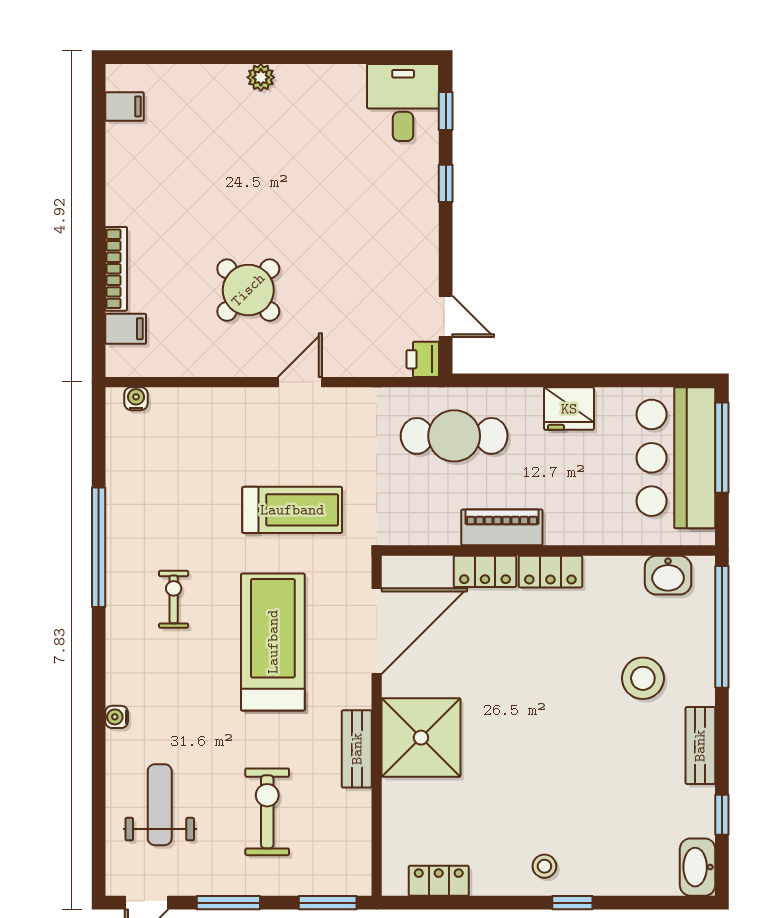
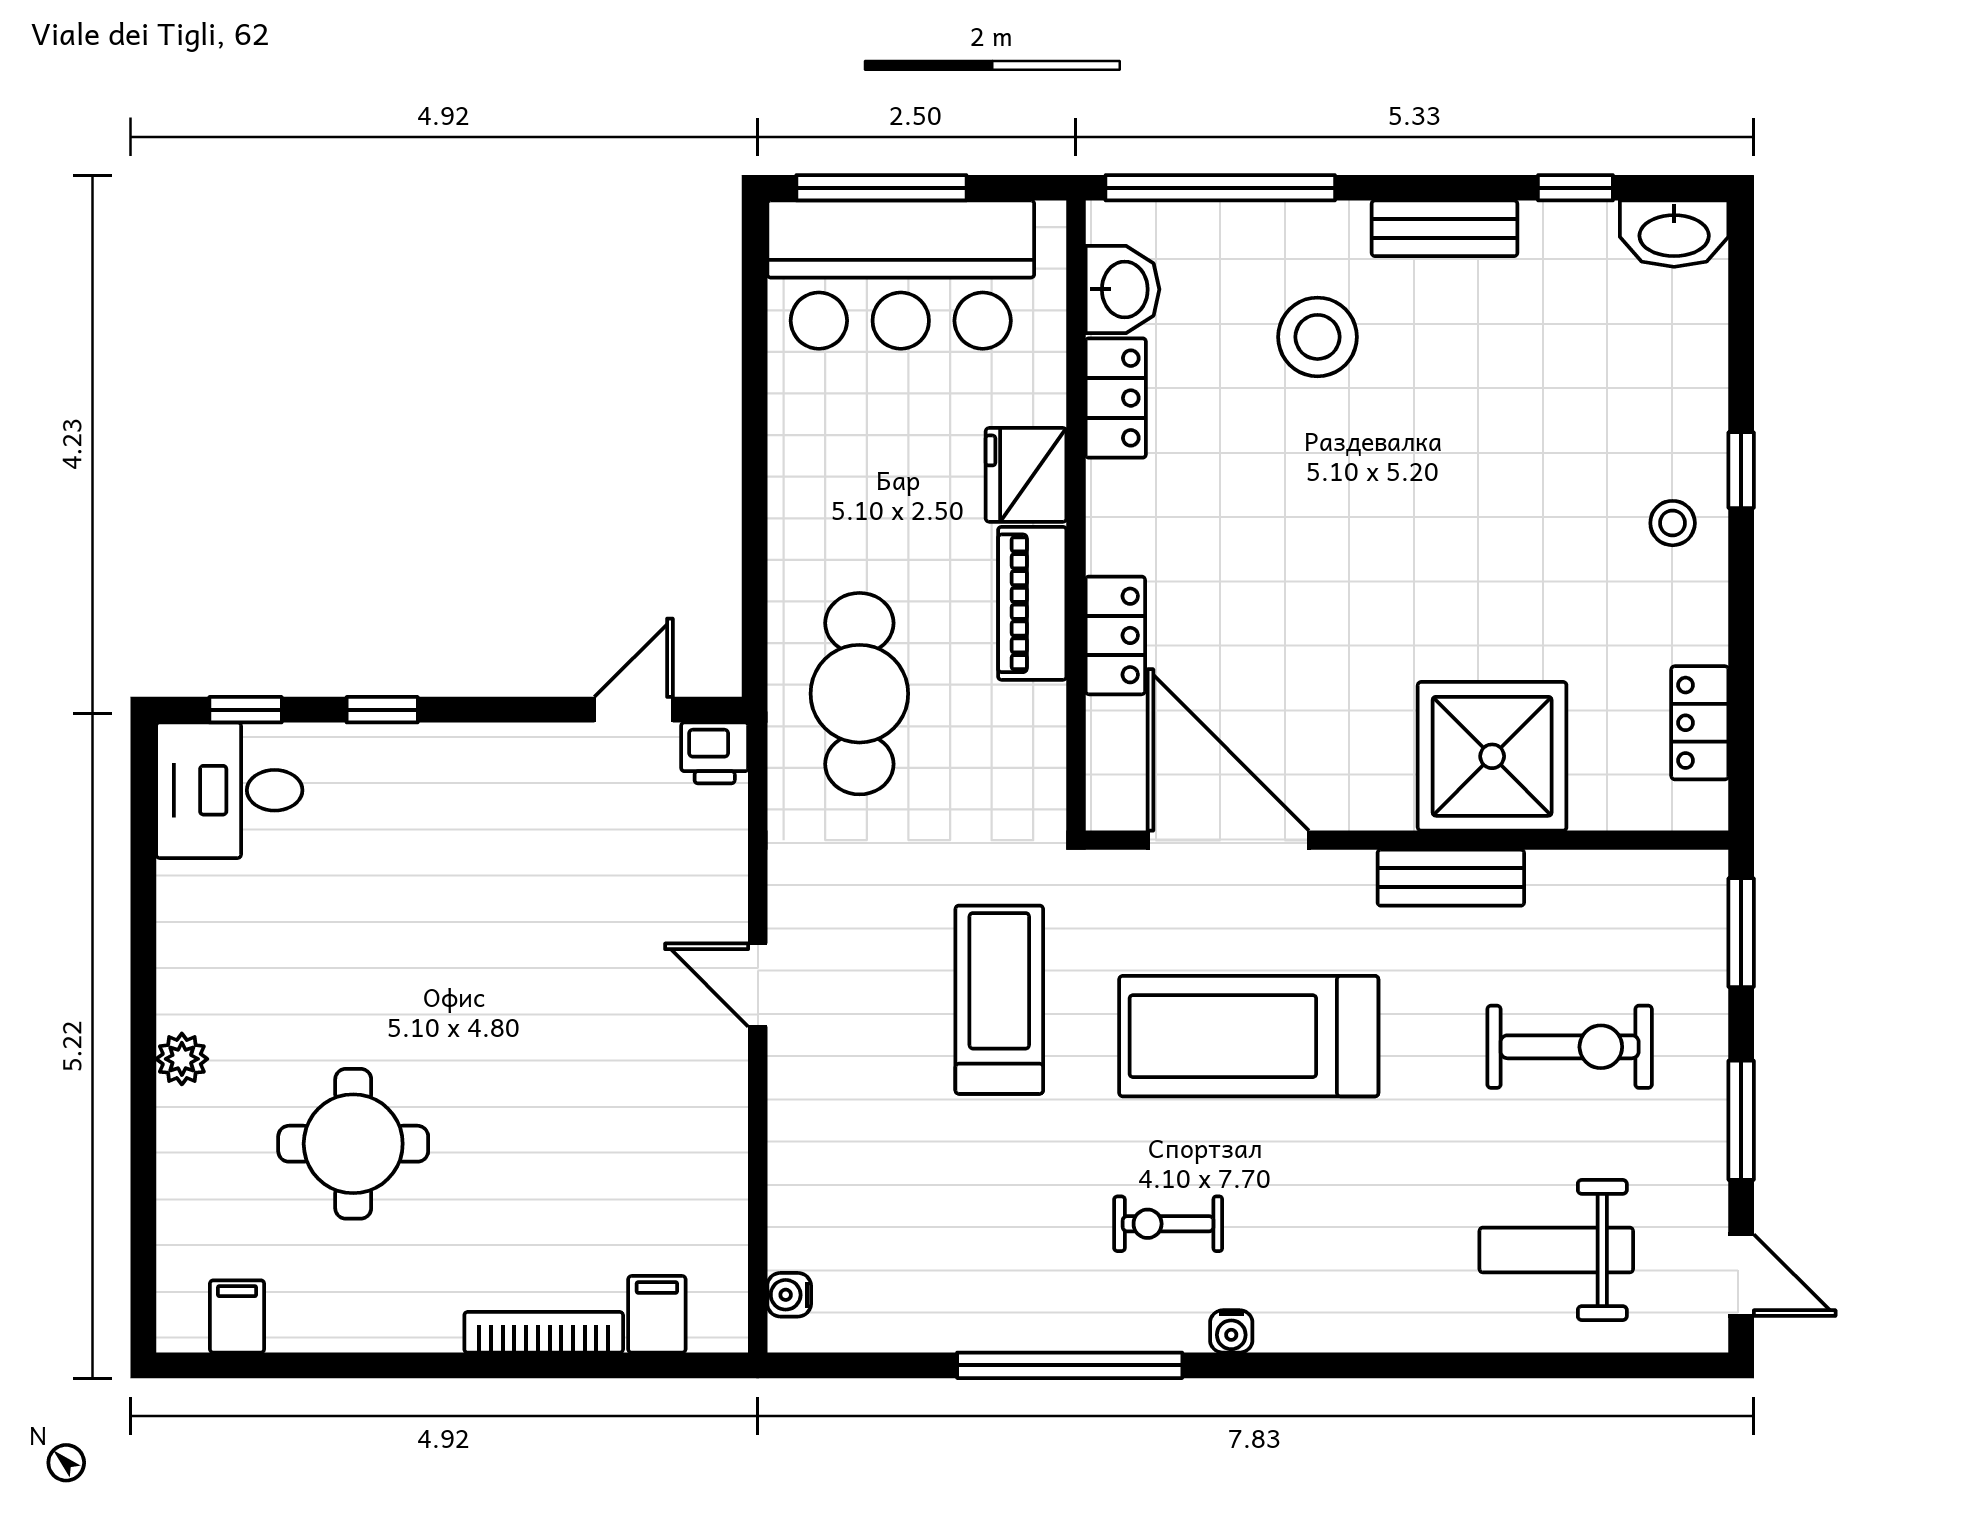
round table: (248, 290) -> (353, 1144), moved, turned 45
fridge: (569, 409) -> (1026, 475), moved, turned 180
locker: (550, 572) -> (1116, 398), moved
water cooler: (117, 717) -> (1231, 1331), moved
shower: (421, 738) -> (1492, 756), moved
exercise bike: (267, 812) -> (1570, 1047), turned 180

